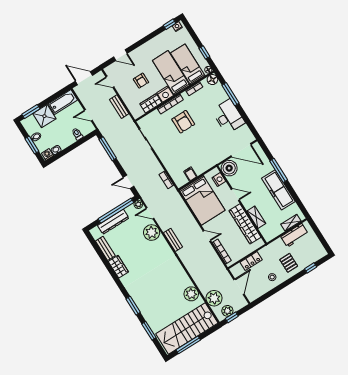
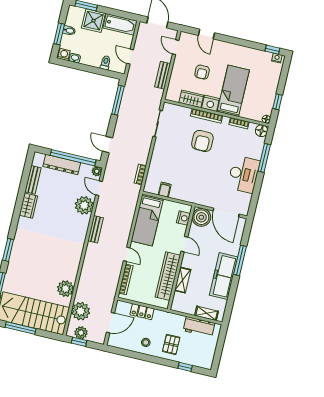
bed: (188, 64) -> (254, 98), removed
bed: (202, 200) -> (147, 220), width x0.67

